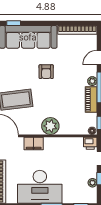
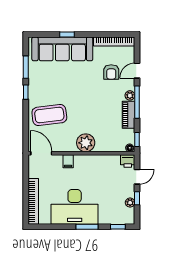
window: (14, 23) -> (67, 34), moved
armchair: (46, 72) -> (111, 72), moved
filing cabinet: (34, 144) -> (68, 161), width x0.50

